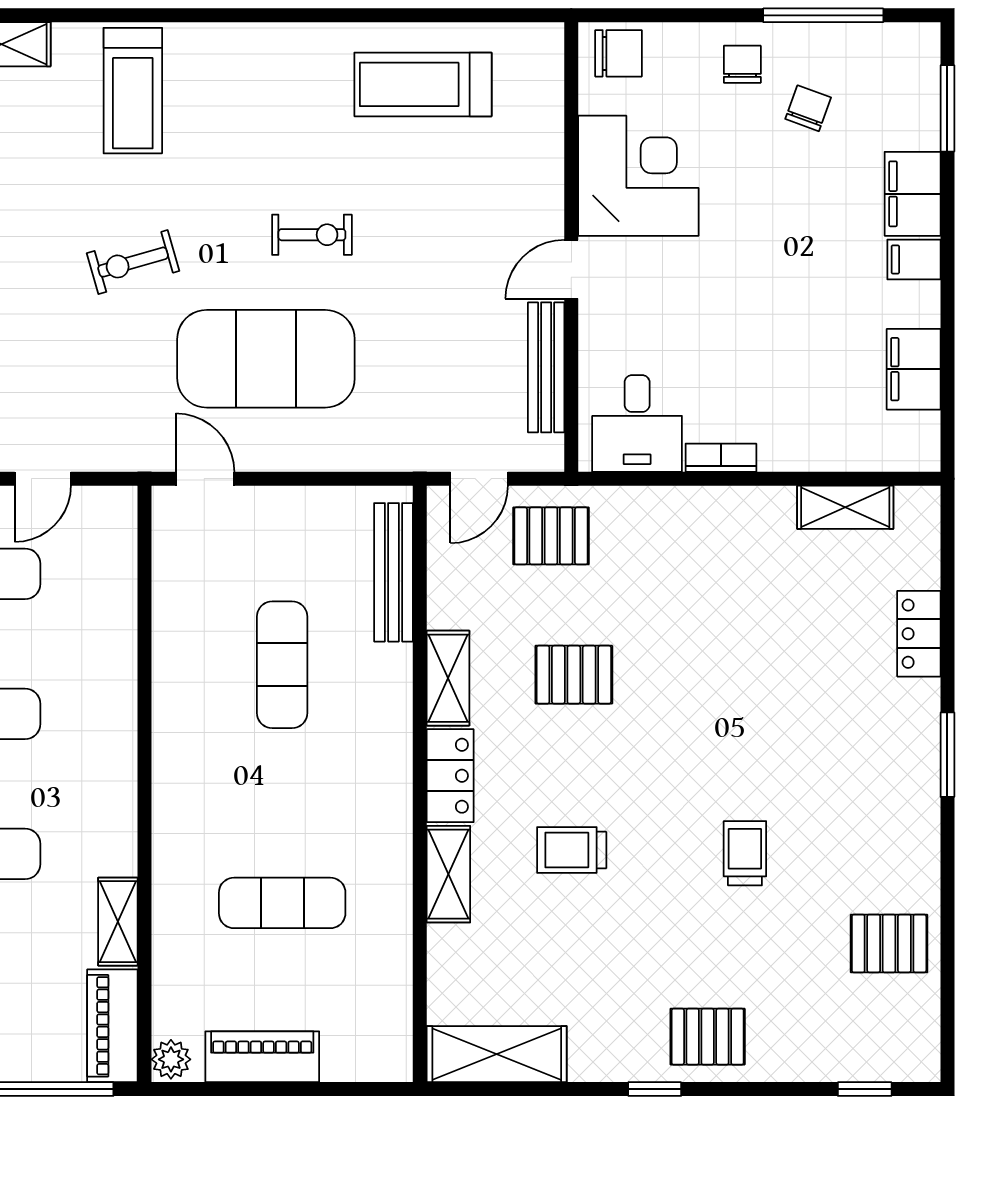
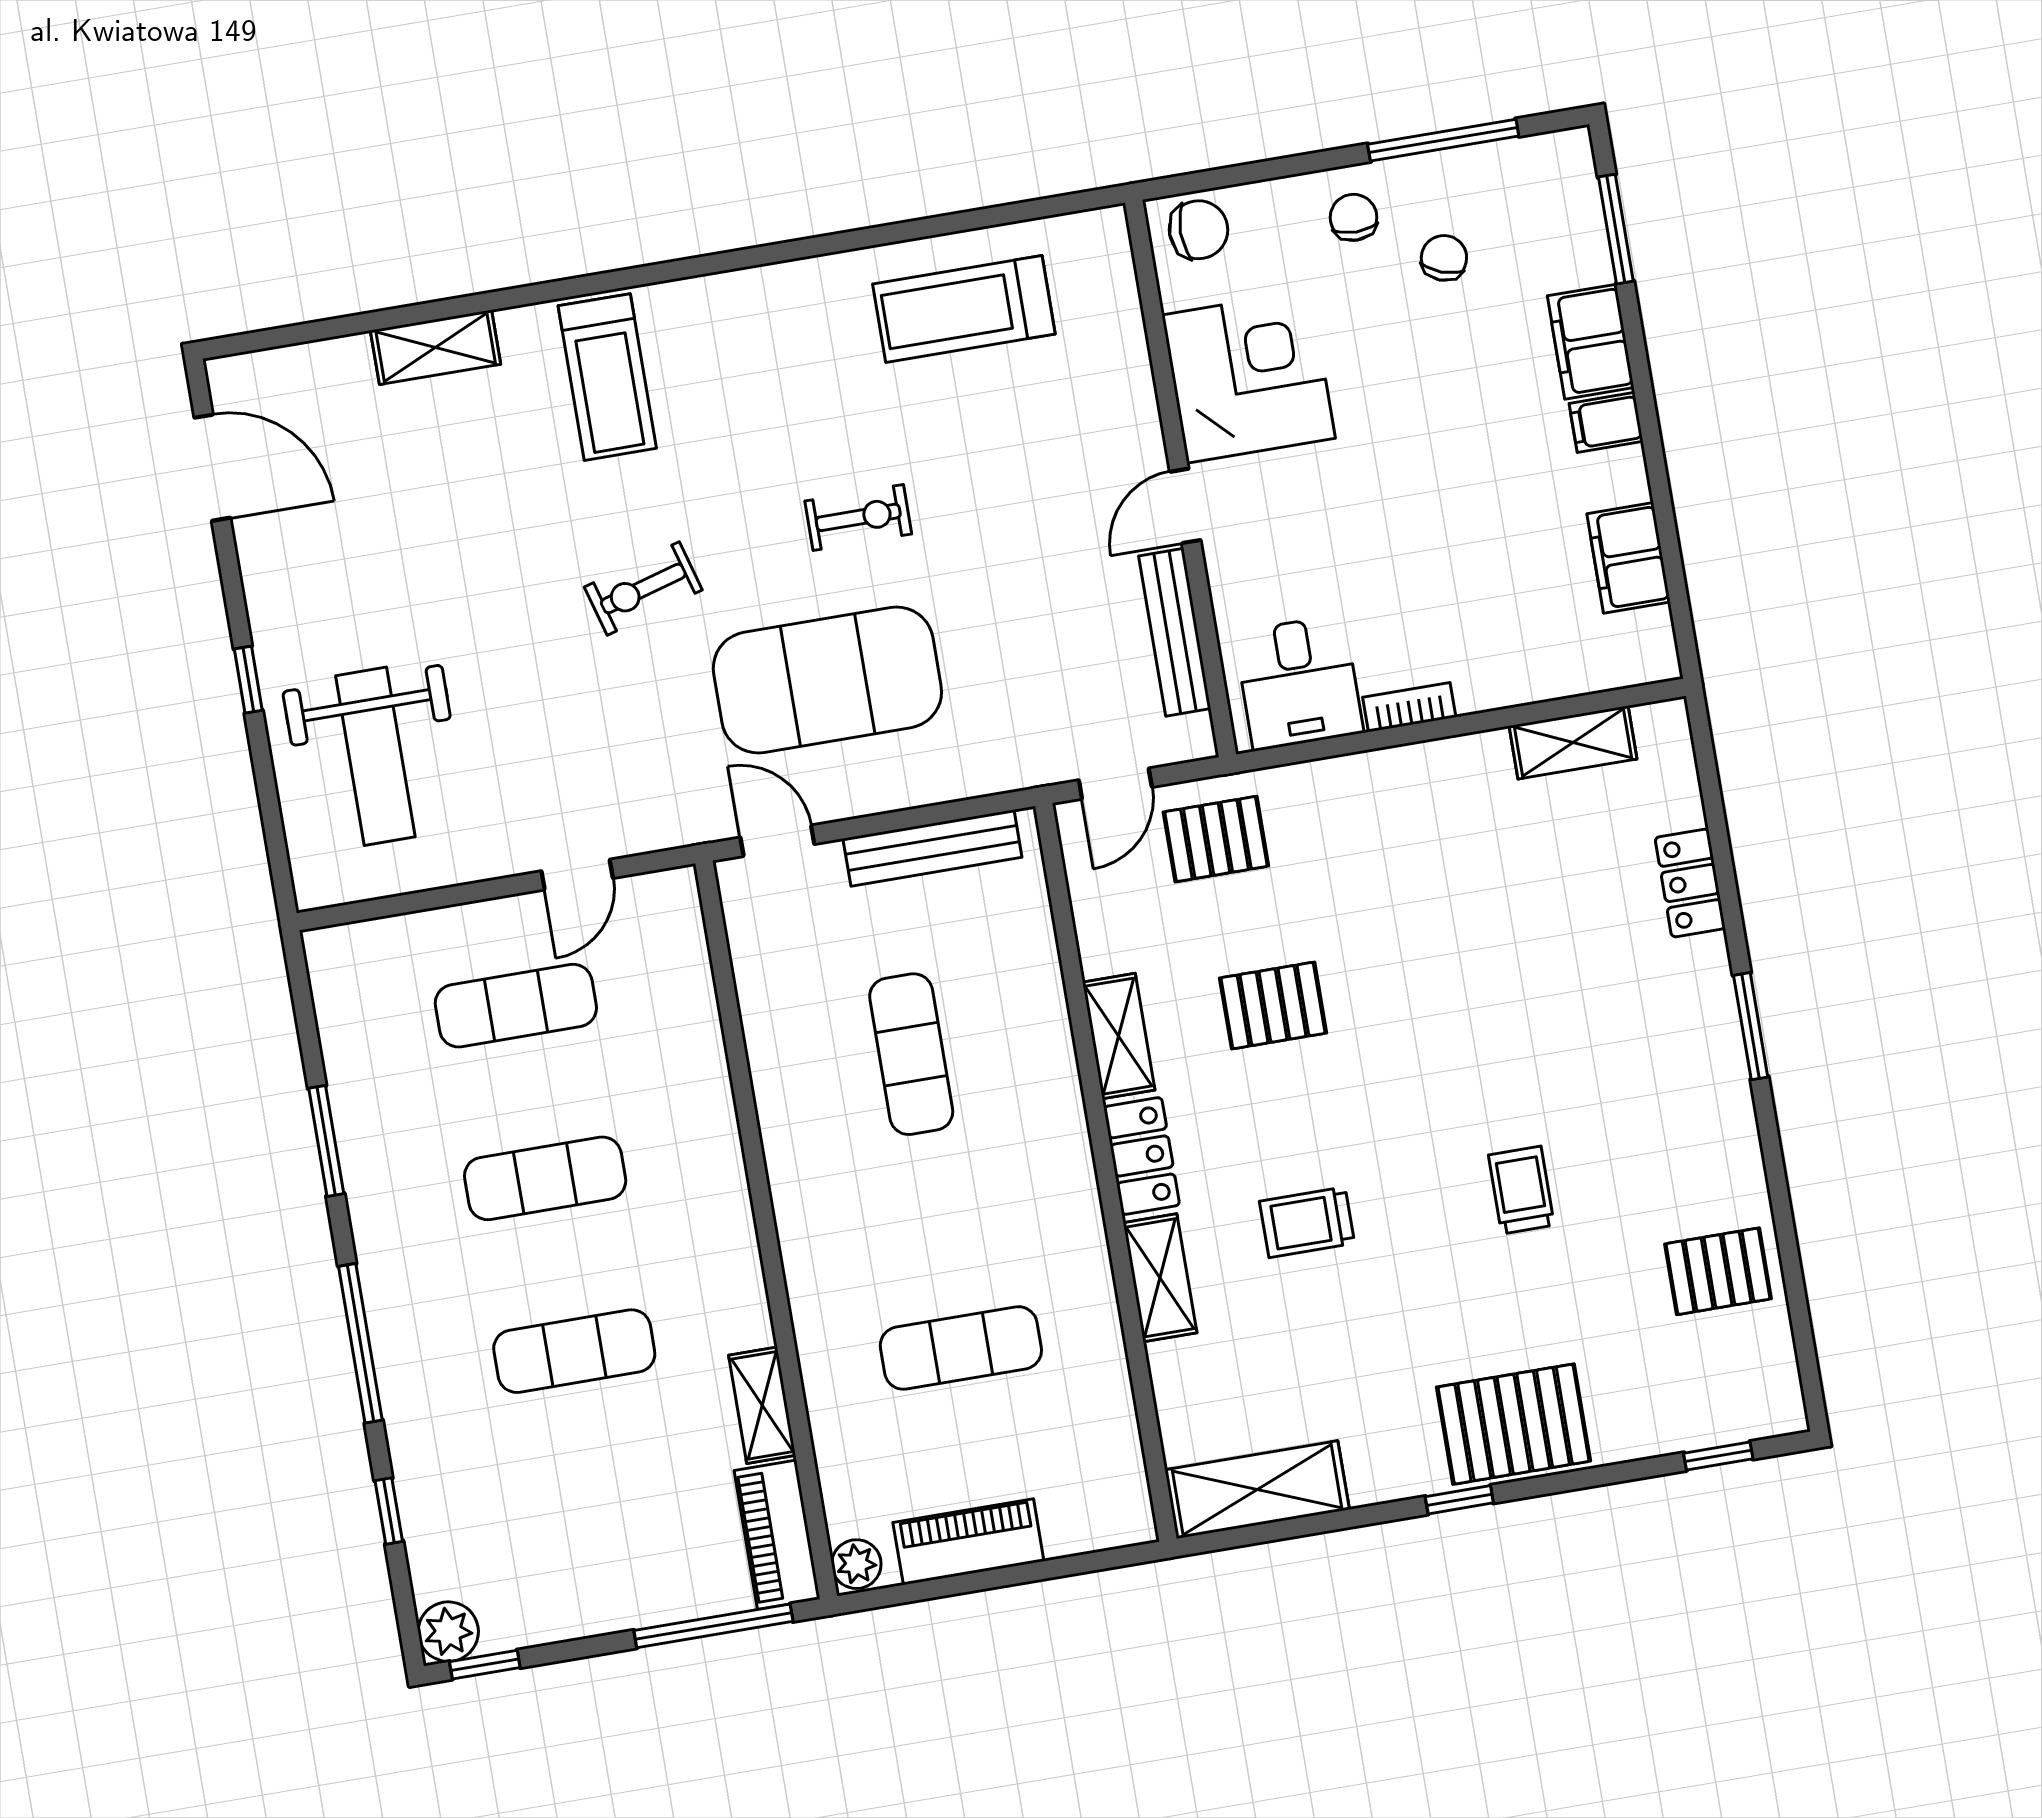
bench: (394, 572) -> (932, 848), moved, turned 90
pallet: (708, 1037) -> (1514, 1424), width x1.50, depth x1.42

